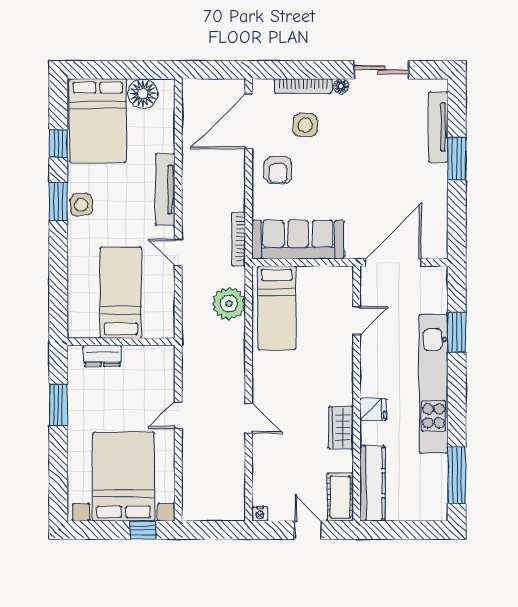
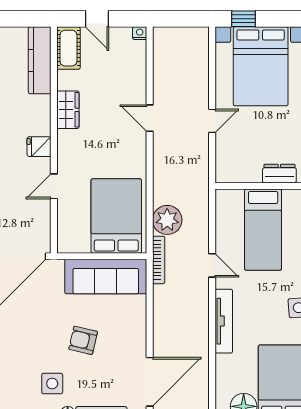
side table: (305, 125) -> (52, 383), moved
armchair: (278, 170) -> (83, 340), moved, turned -77
bookcase: (239, 239) -> (159, 260), moved
bed: (277, 308) -> (116, 216), width x1.50
door: (357, 321) -> (54, 186), moved
fridge: (373, 409) -> (39, 147), moved

